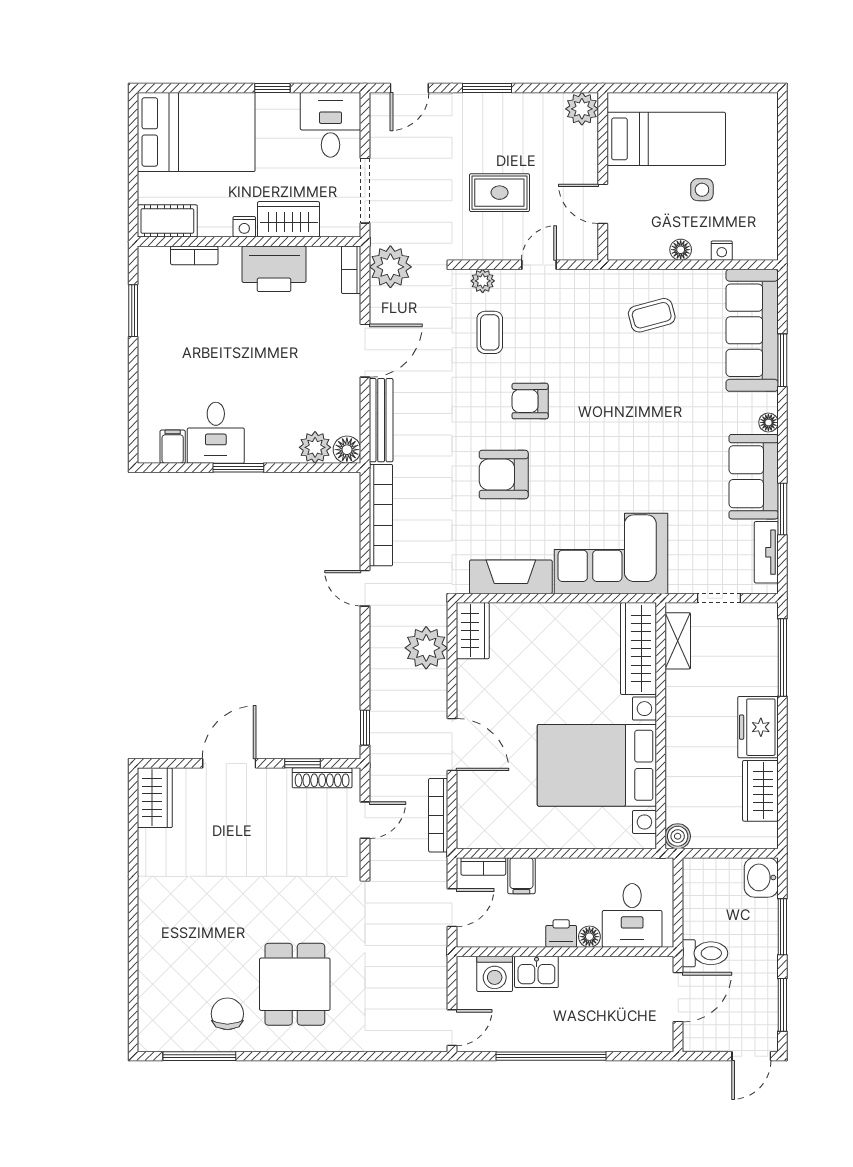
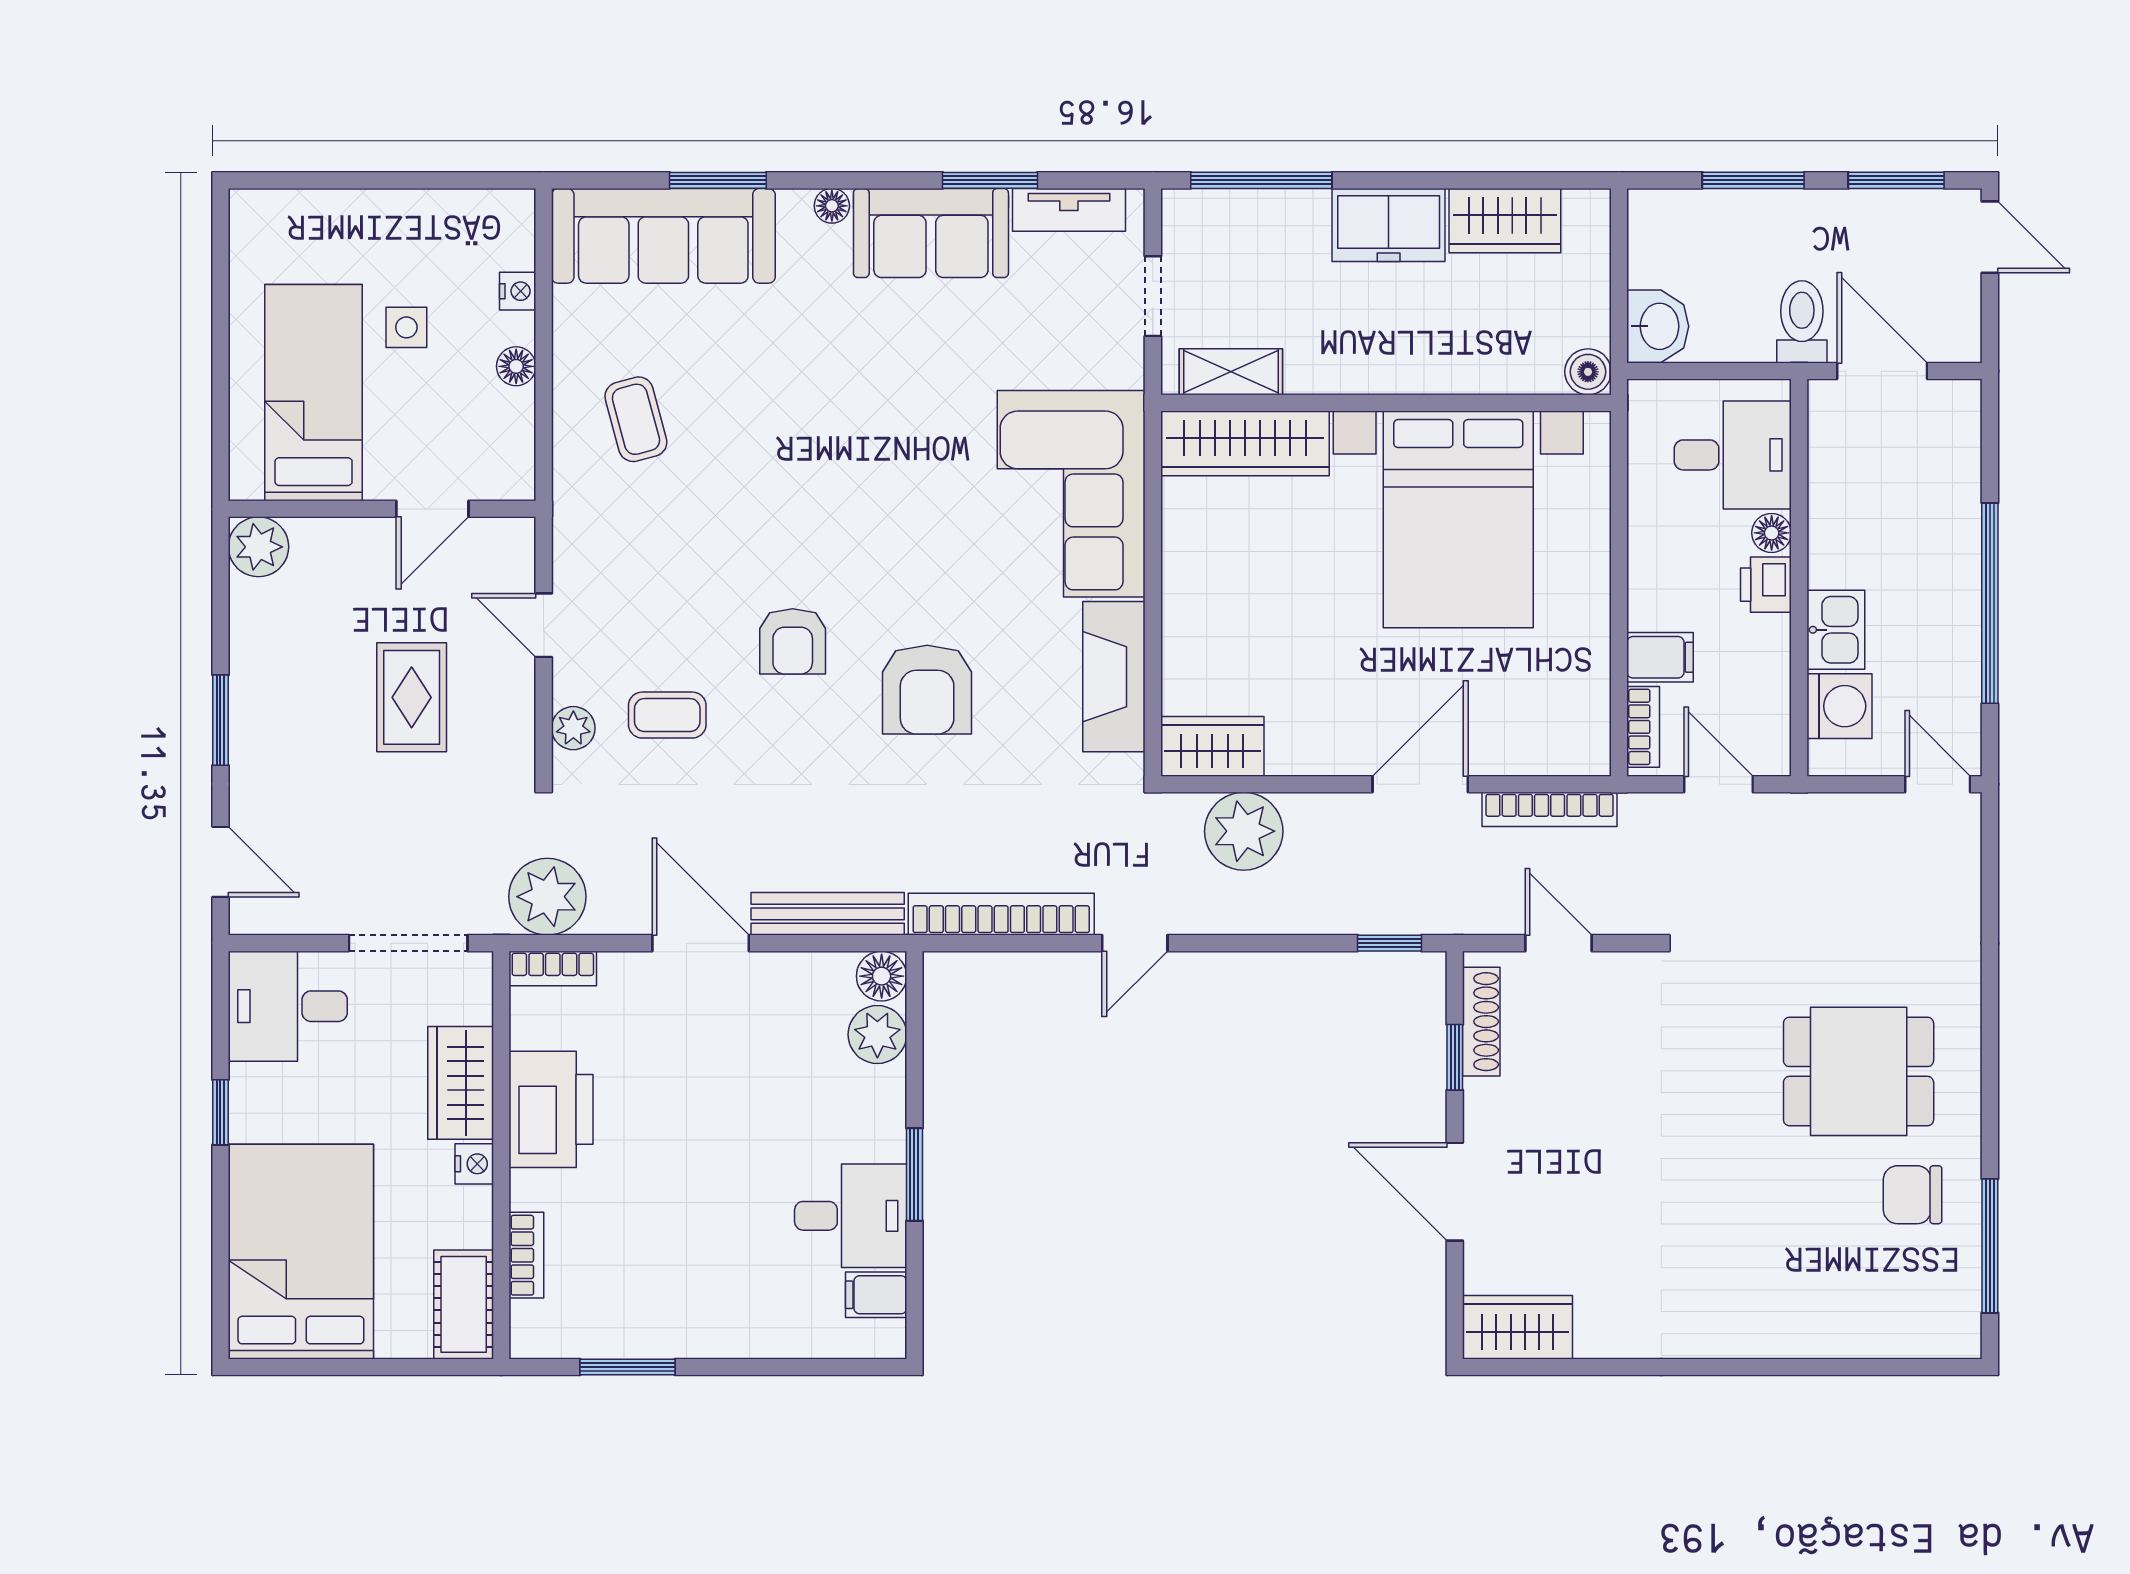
washbasin: (761, 877) -> (1658, 326), moved, turned -90

